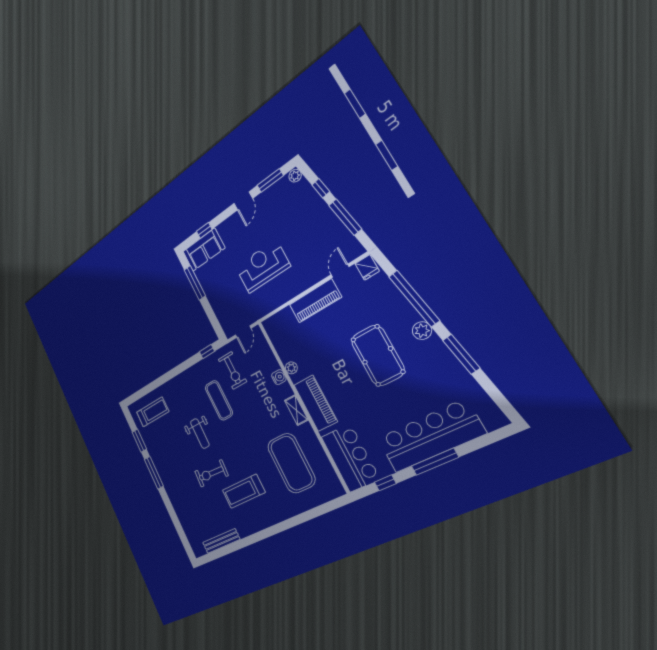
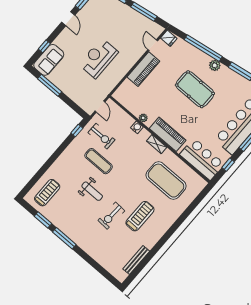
treadmill: (244, 491) -> (140, 216), turned 180

